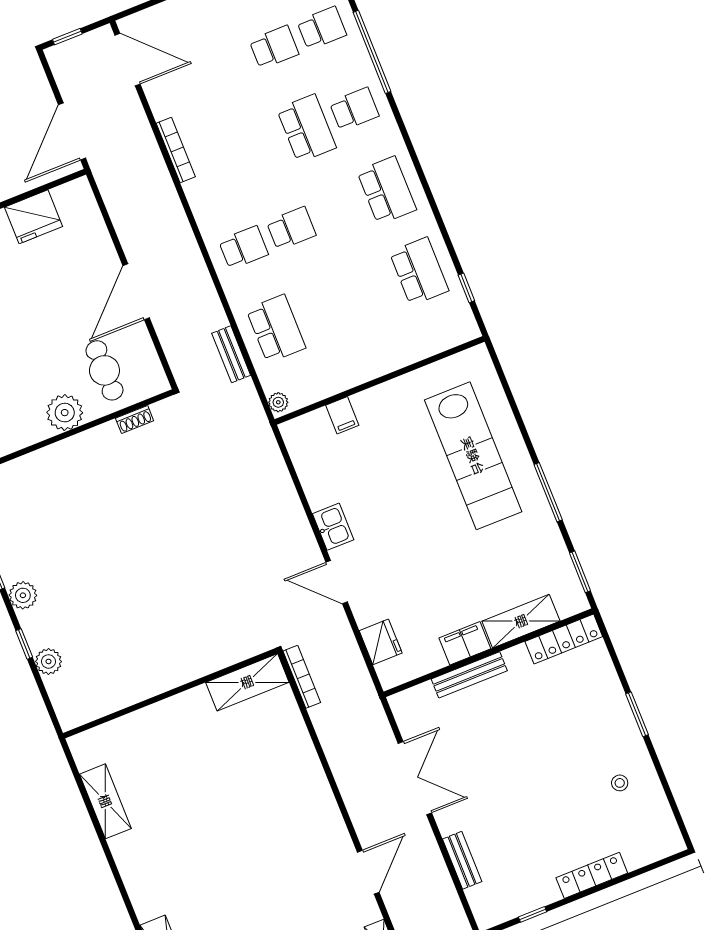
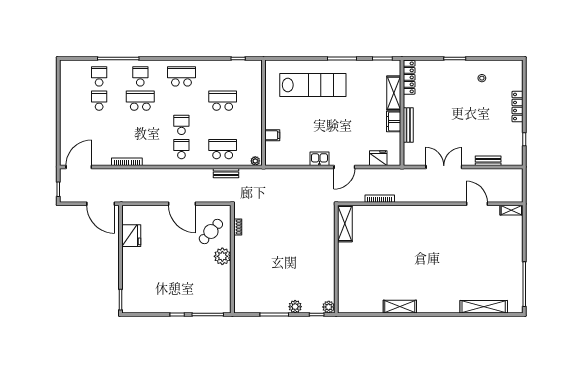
school desk: (419, 271) -> (223, 101), moved
cafe table: (104, 370) -> (211, 231), turned -48
shelving: (247, 682) -> (345, 224), moved
wall: (170, 693) -> (336, 259), moved

